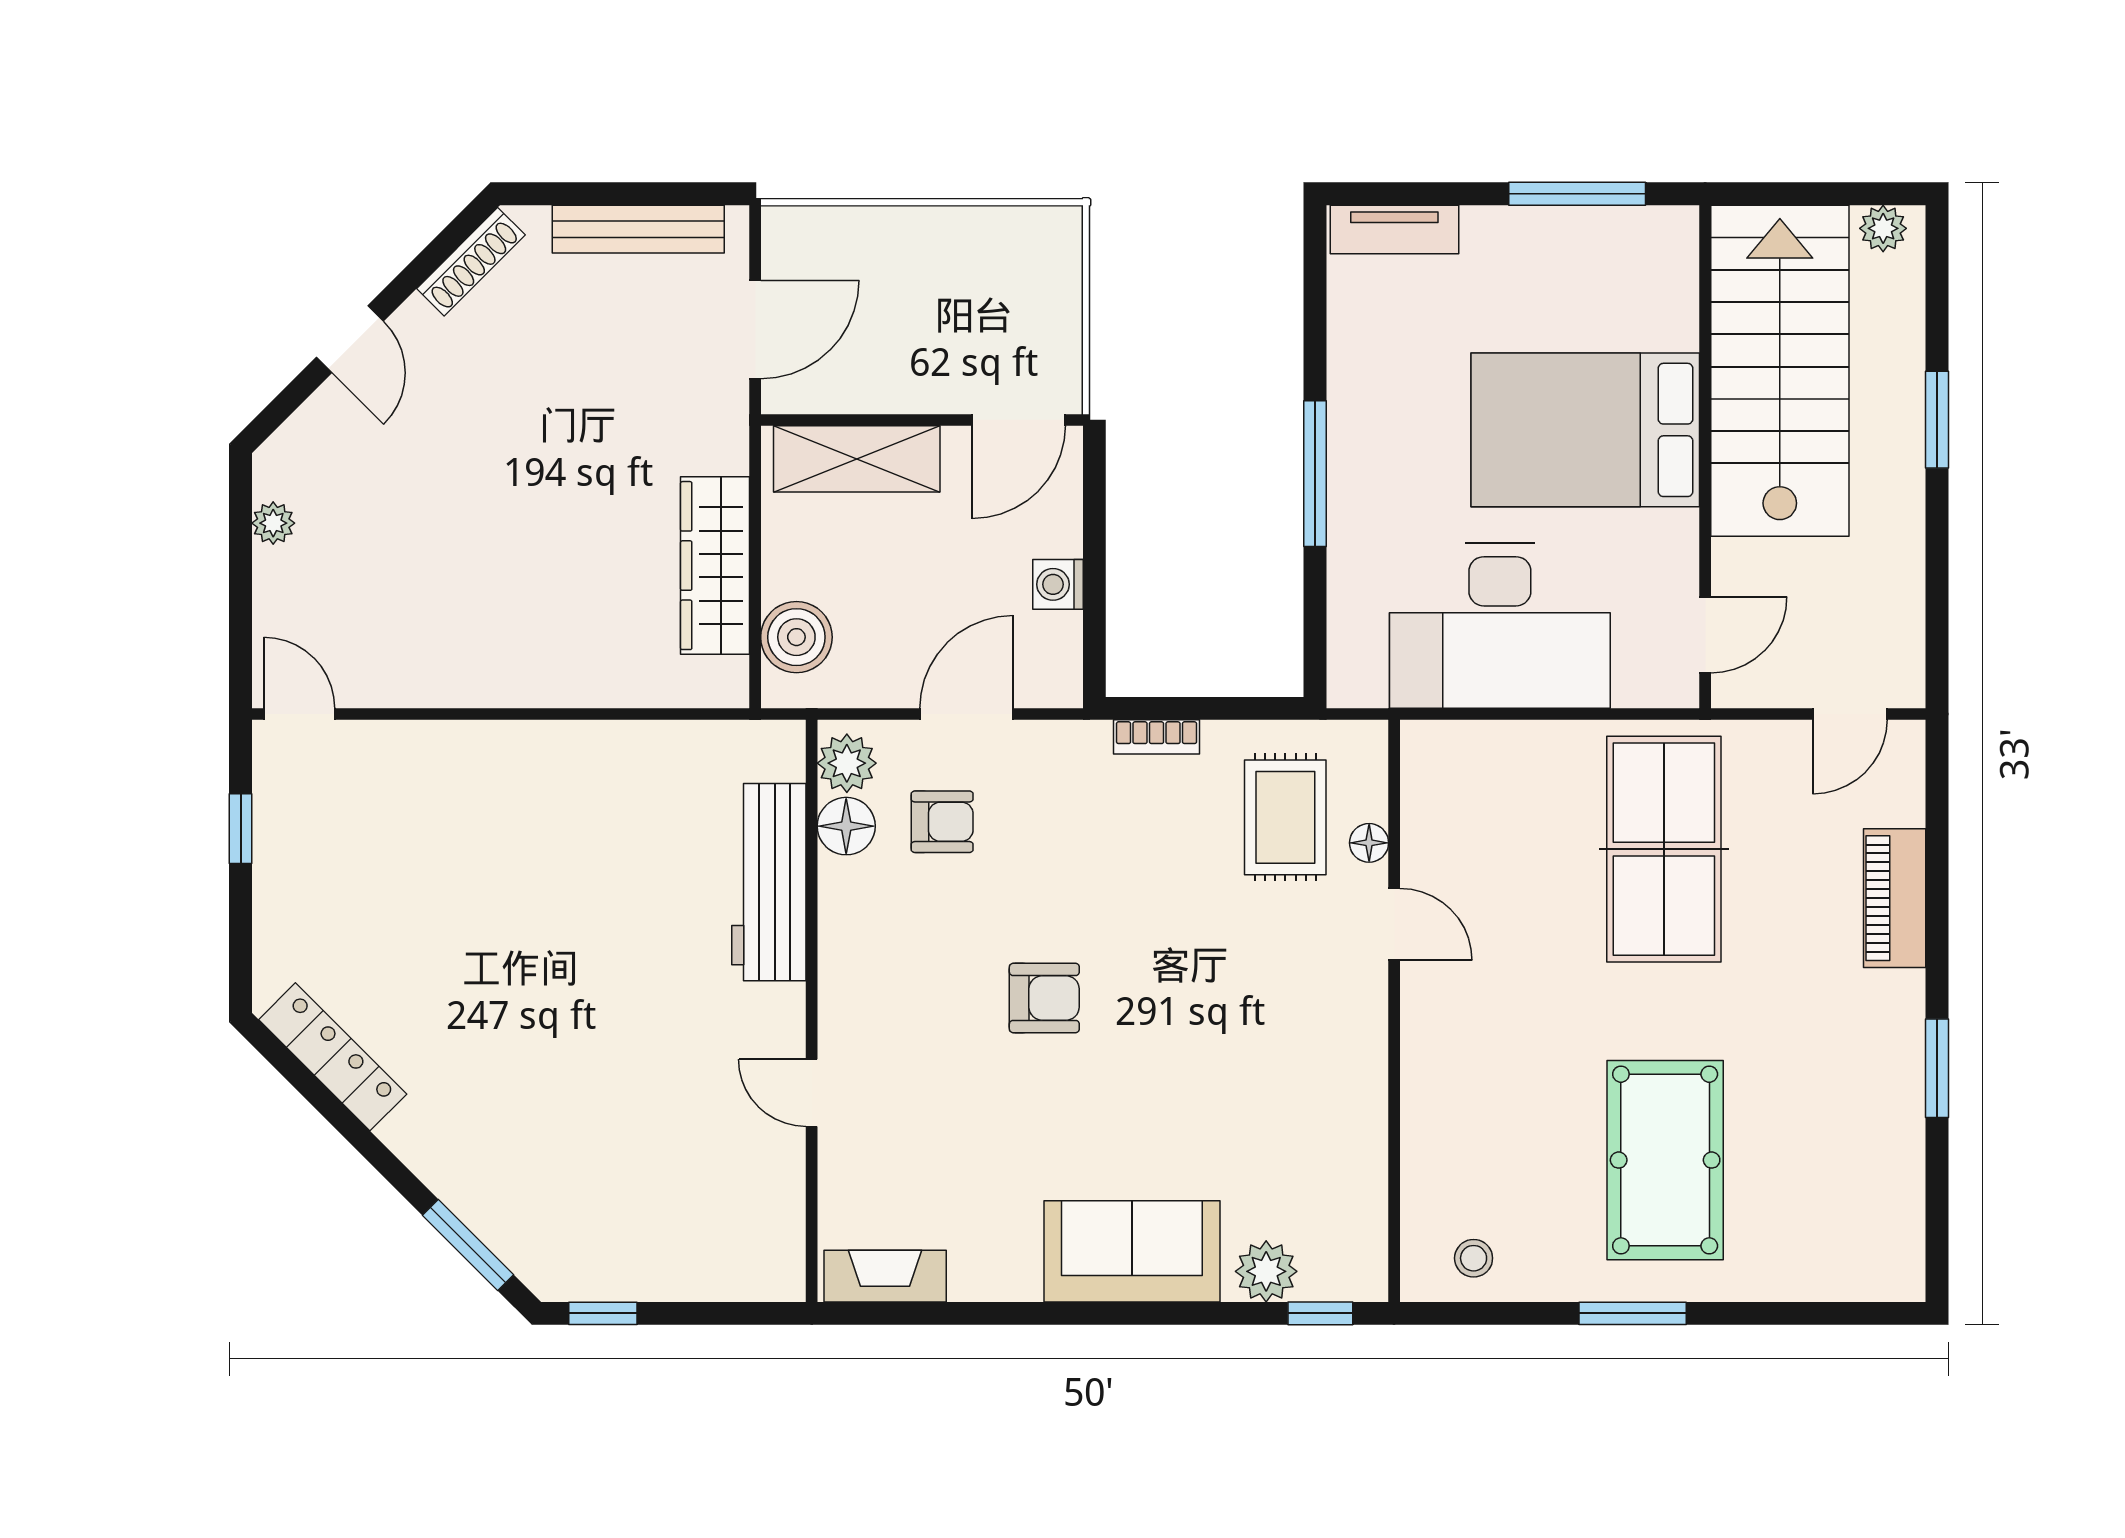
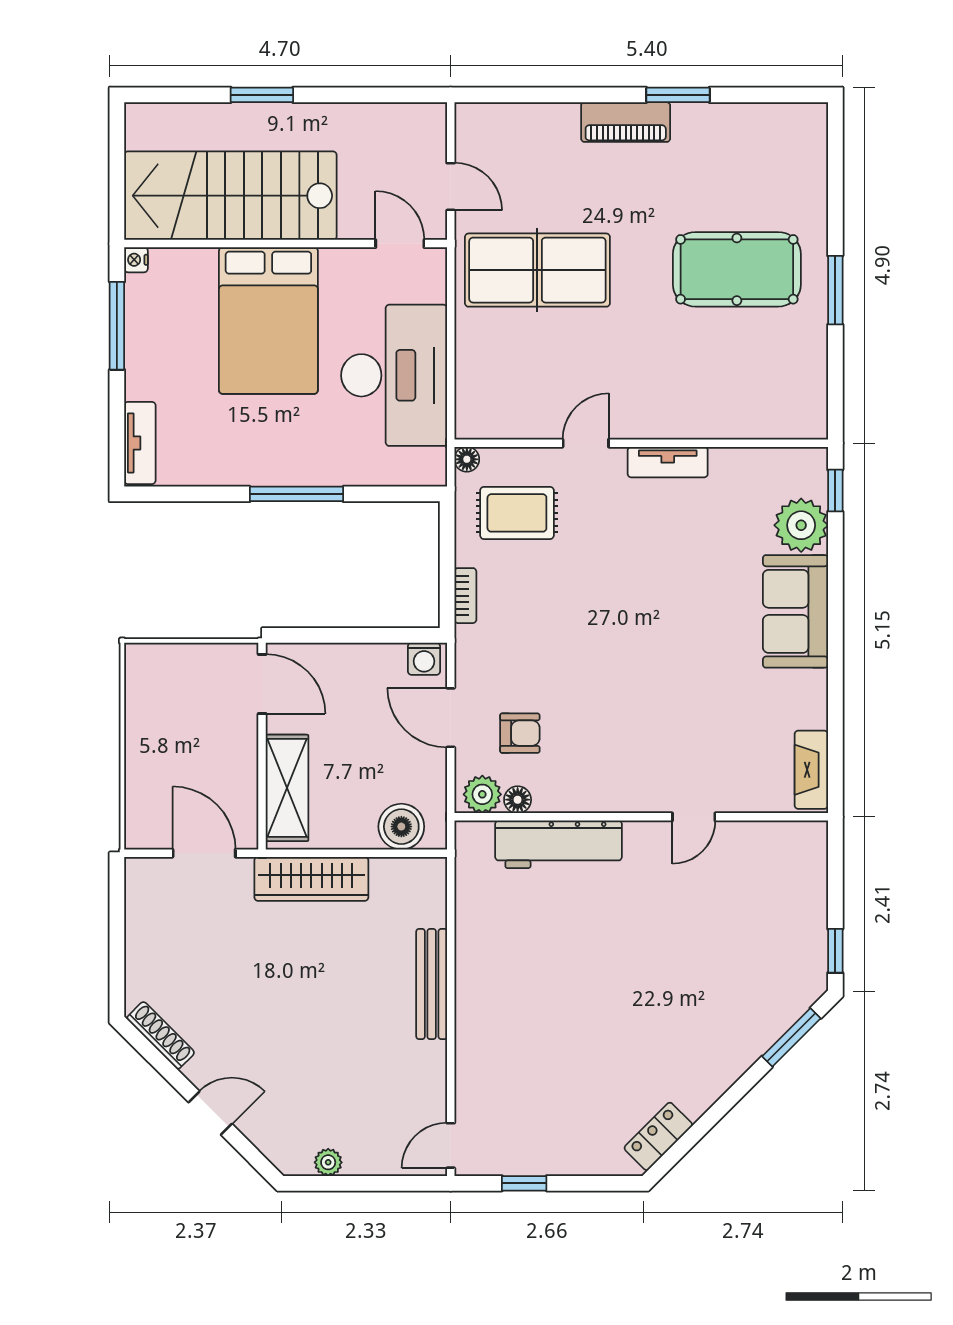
nightstand: (1680, 223) -> (136, 260), added
plant: (1883, 228) -> (139, 129), removed
bench: (638, 229) -> (432, 984), moved
wardrobe: (715, 566) -> (311, 879), moved
washing machine: (1058, 584) -> (424, 659), moved
door: (1850, 714) -> (451, 187), moved
armchair: (942, 822) -> (520, 733), turned 90
floor lamp: (846, 826) -> (518, 800), width x0.73, depth x0.73
floor lamp: (1369, 843) -> (467, 459), moved
piano: (1895, 898) -> (626, 122), moved
armchair: (1044, 998) -> (633, 668), removed
tv unit: (1365, 1052) -> (668, 462), added
locker: (333, 1057) -> (658, 1136), width x0.66
stool: (1474, 1258) -> (800, 392), removed
plant: (1266, 1271) -> (801, 525), width x1.36, depth x1.36

